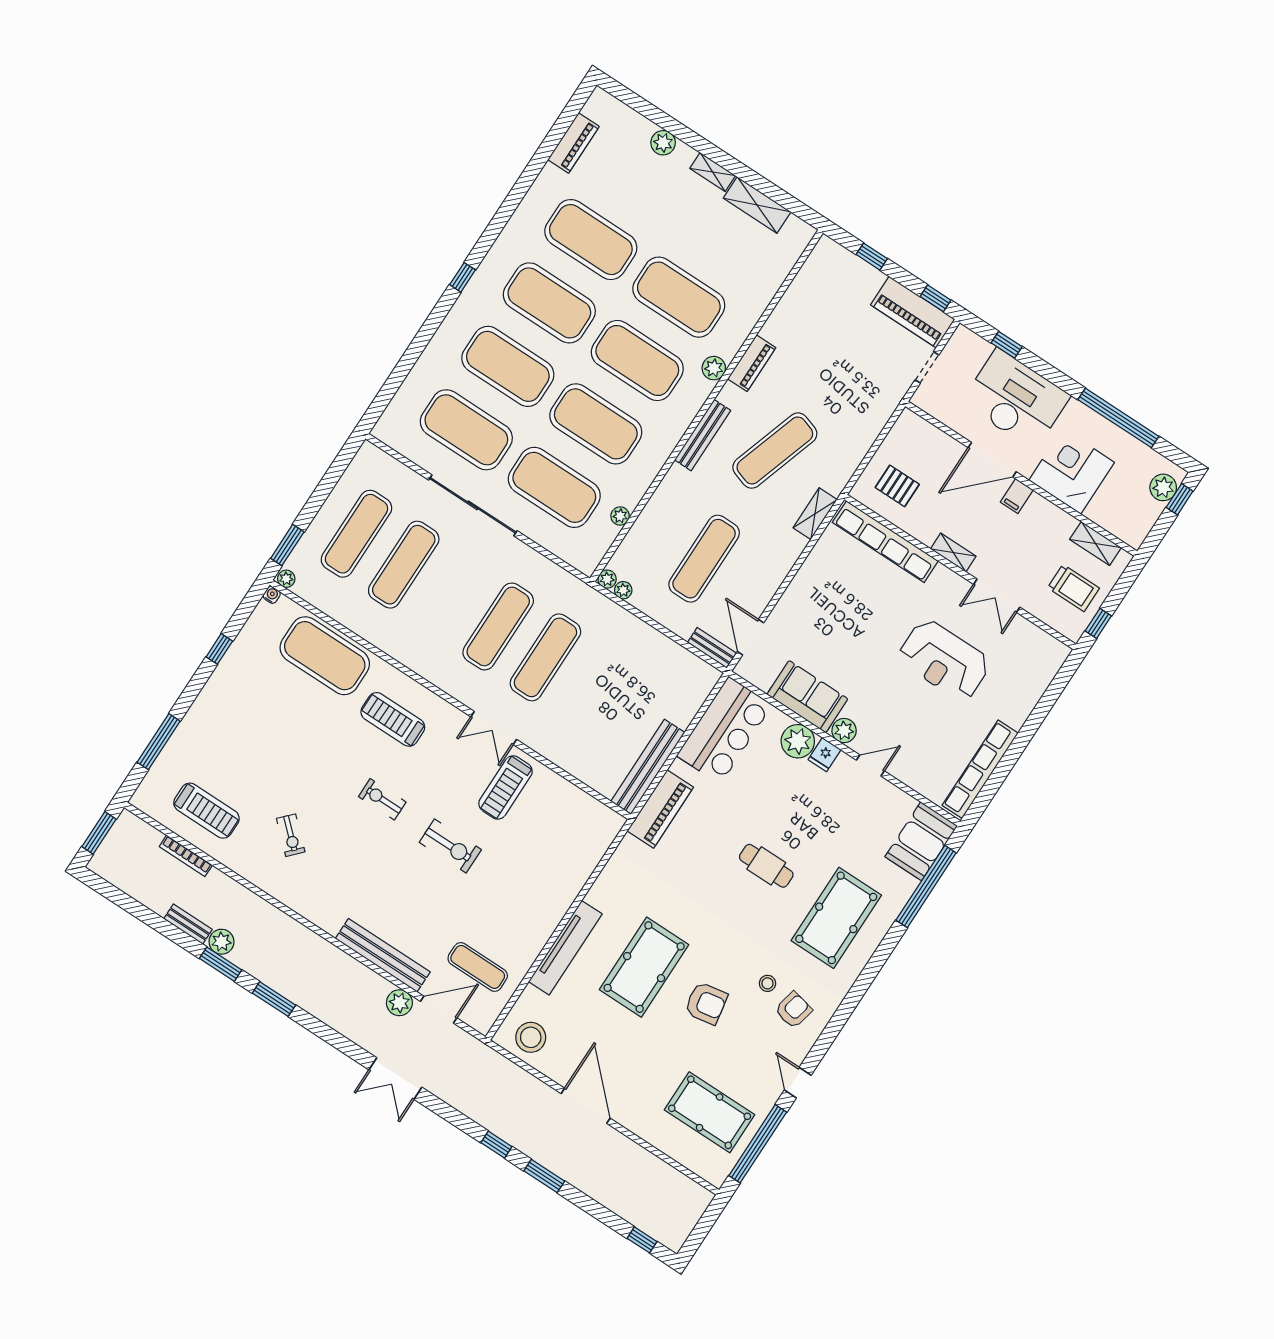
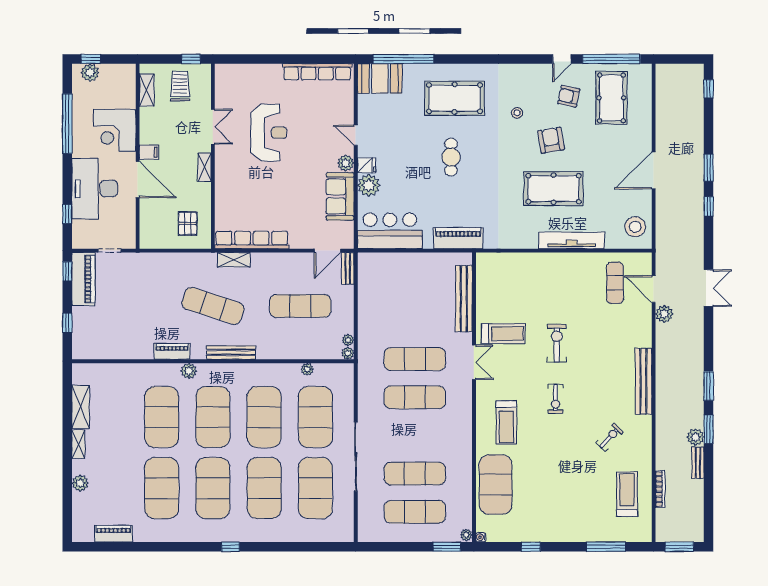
row of seats: (885, 542) -> (252, 240), moved, turned -90
bench: (648, 767) -> (464, 299), moved, turned 90
bench: (383, 955) -> (644, 381), moved
armchair: (793, 1010) -> (569, 96), moved

